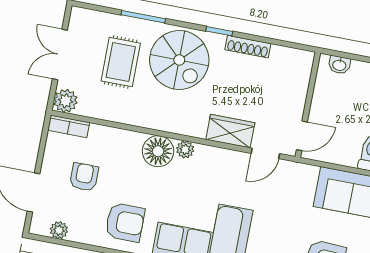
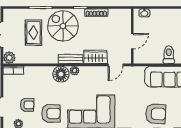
spiral stairs: (179, 60) -> (63, 26), turned 180
bench: (182, 126) -> (71, 59), added
door: (302, 136) -> (132, 41), moved
armchair: (84, 177) -> (27, 105), moved, turned 90

